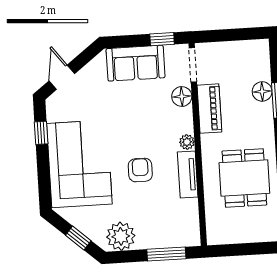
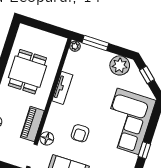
plant: (187, 142) -> (75, 46), moved
armchair: (140, 170) -> (80, 133), moved

